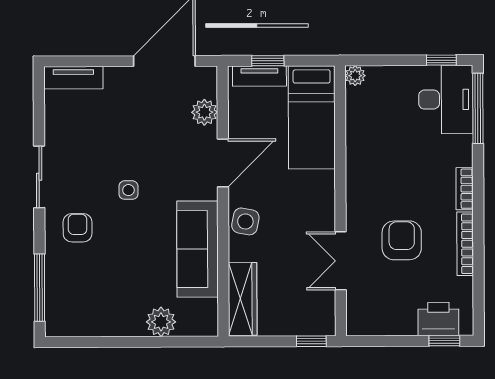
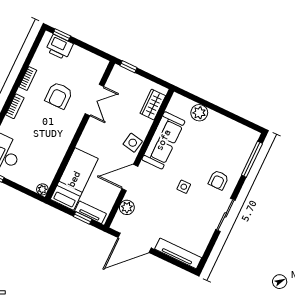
tv unit: (73, 78) -> (178, 253), width x1.41
bookcase: (465, 244) -> (28, 78), width x0.64
wardrobe: (243, 299) -> (153, 105), width x0.67

